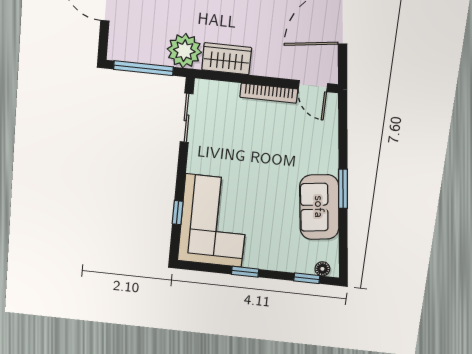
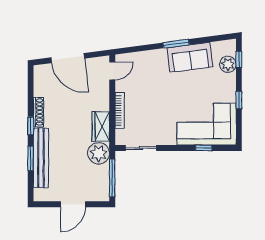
bookcase: (269, 93) -> (120, 110), moved
plant: (301, 262) -> (228, 64), added
floor lamp: (322, 269) -> (231, 50), removed

